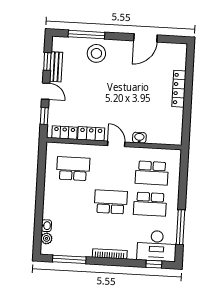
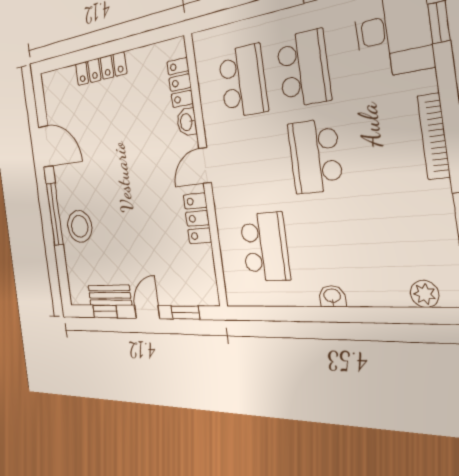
window: (86, 35) -> (55, 214), moved
locker: (65, 133) -> (180, 83), moved
school desk: (73, 169) -> (265, 247), turned 180
washbasin: (46, 226) -> (332, 296), moved

